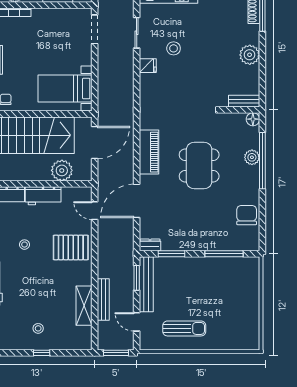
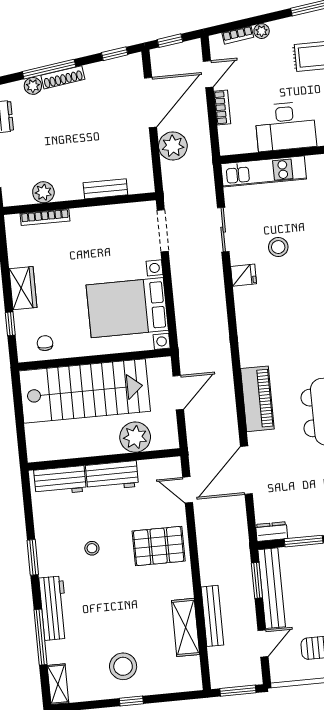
bed with nightstands: (65, 89) -> (127, 308), width x1.36
door: (95, 143) -> (178, 393), width x0.73
door: (137, 322) -> (263, 644), swing flipped
stool: (38, 328) -> (123, 666), width x1.89, depth x1.89

